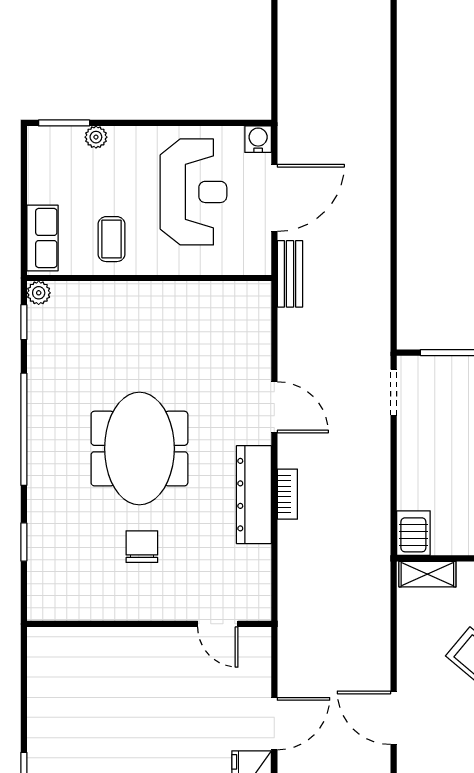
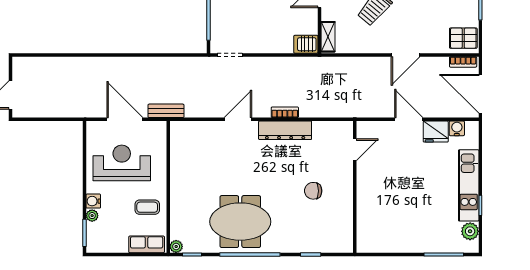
water cooler: (258, 139) -> (93, 201), moved
meeting table: (139, 449) -> (240, 222), moved

